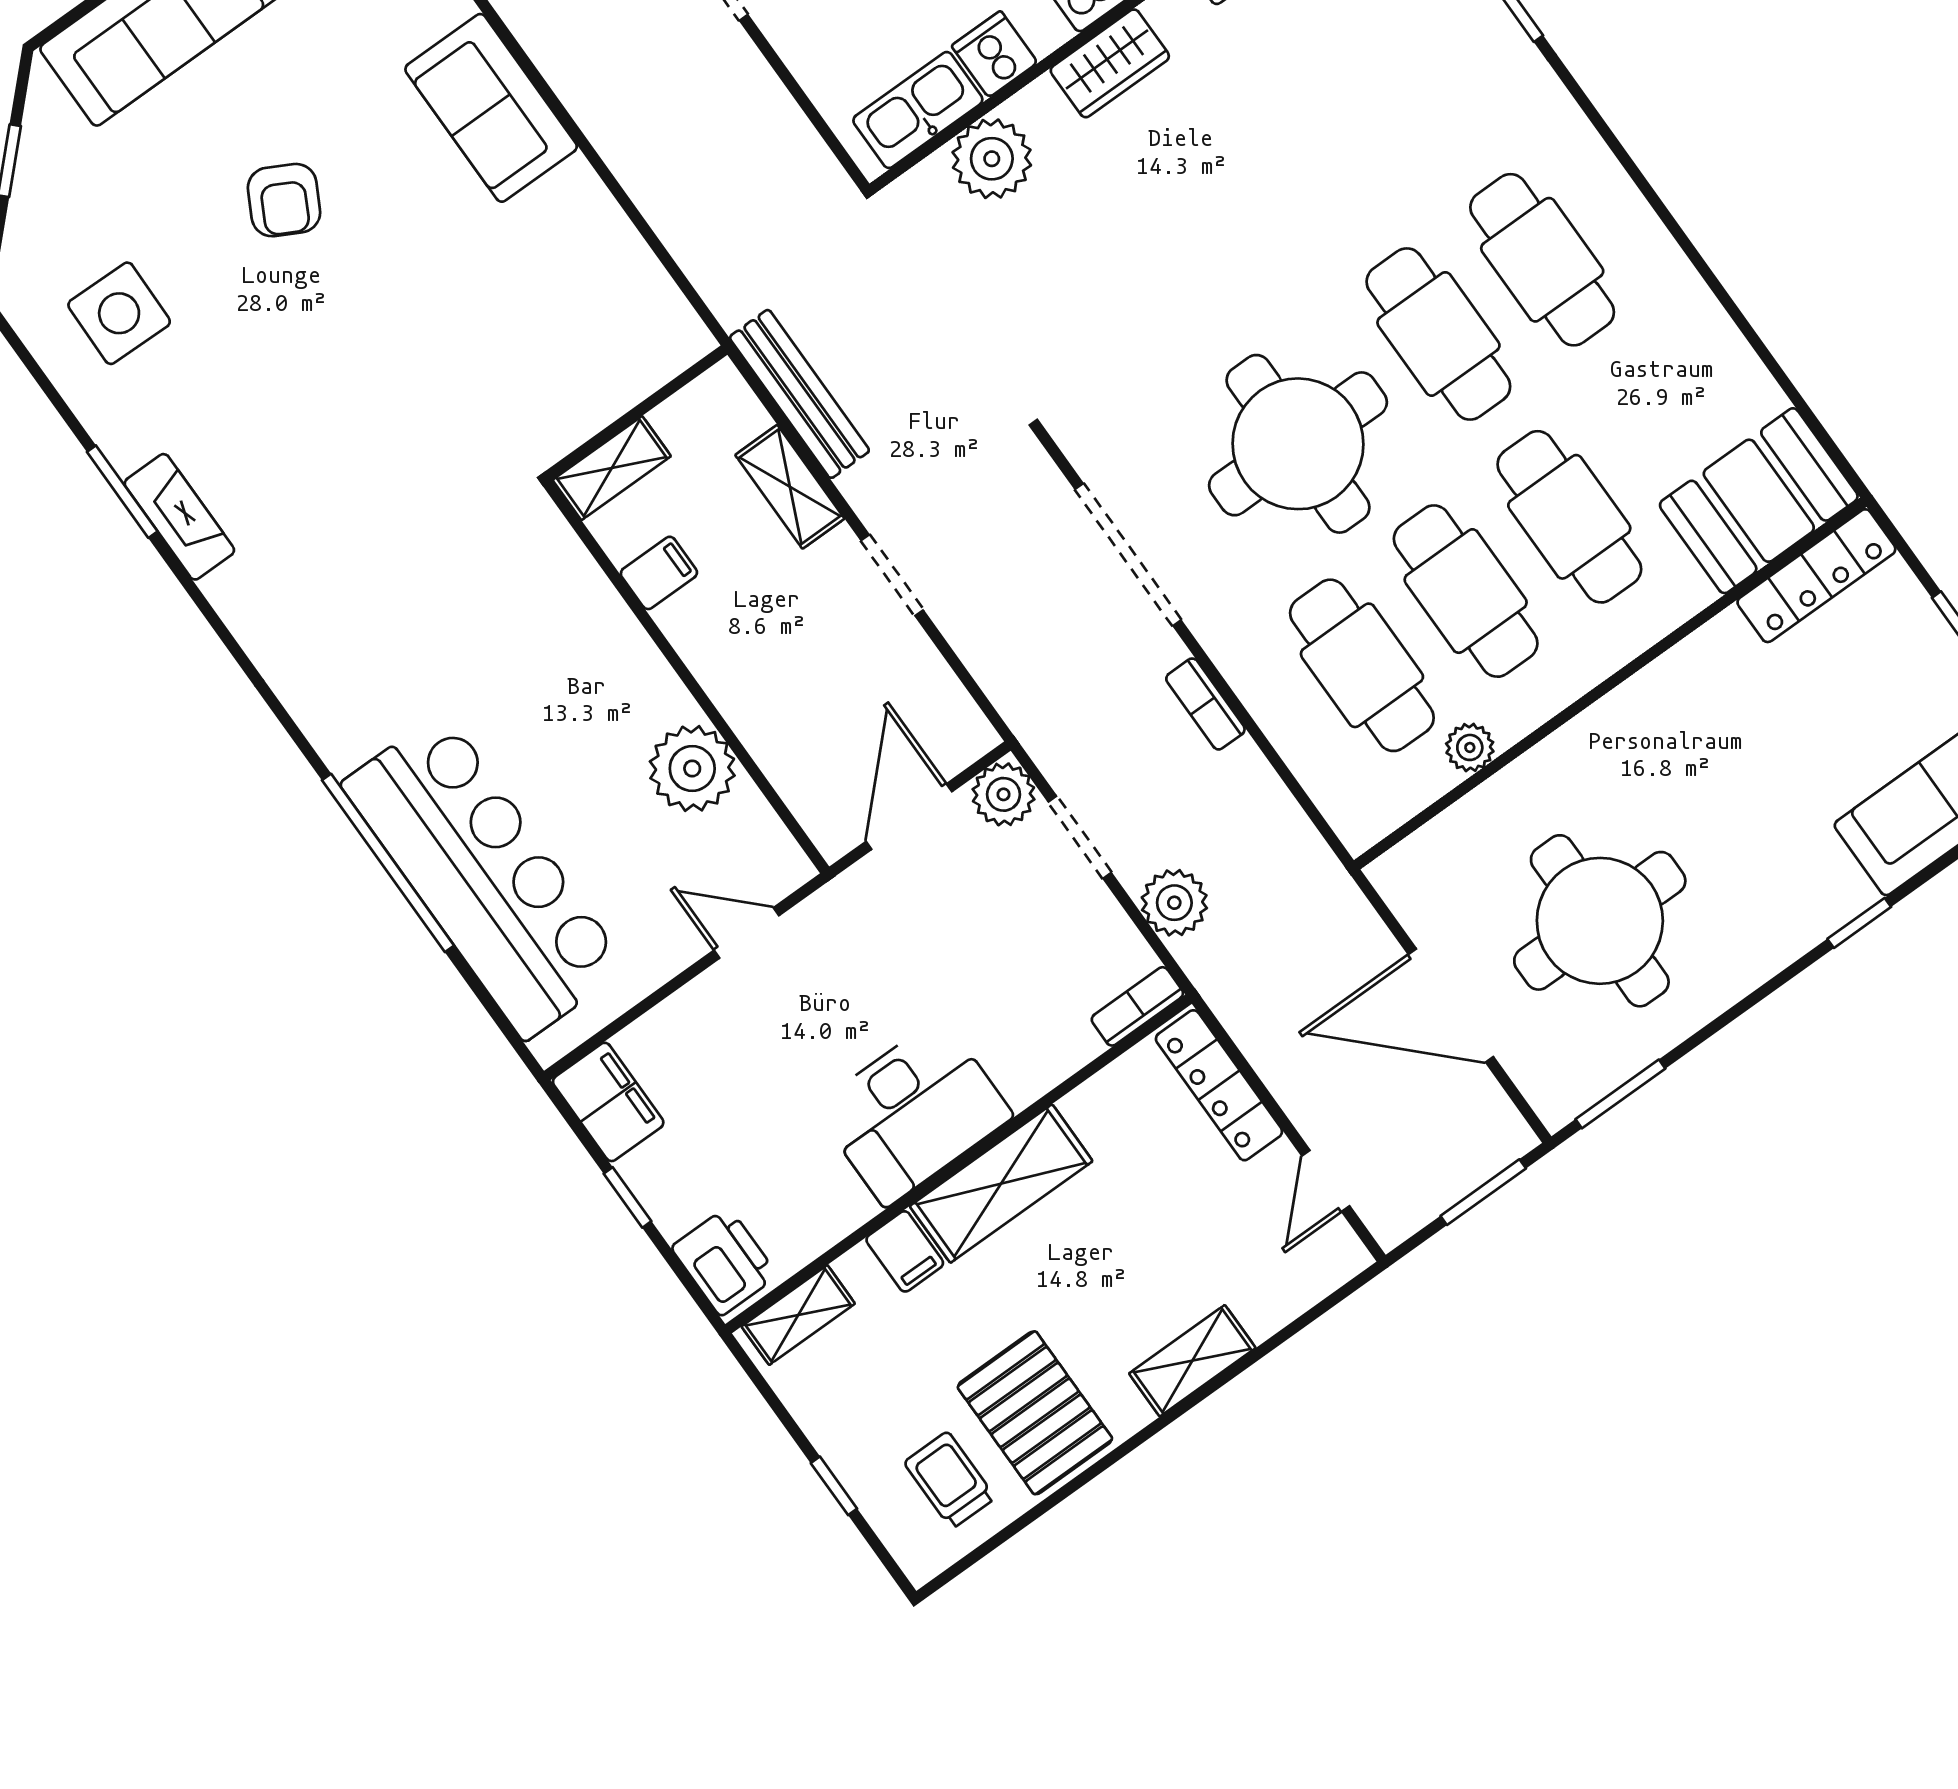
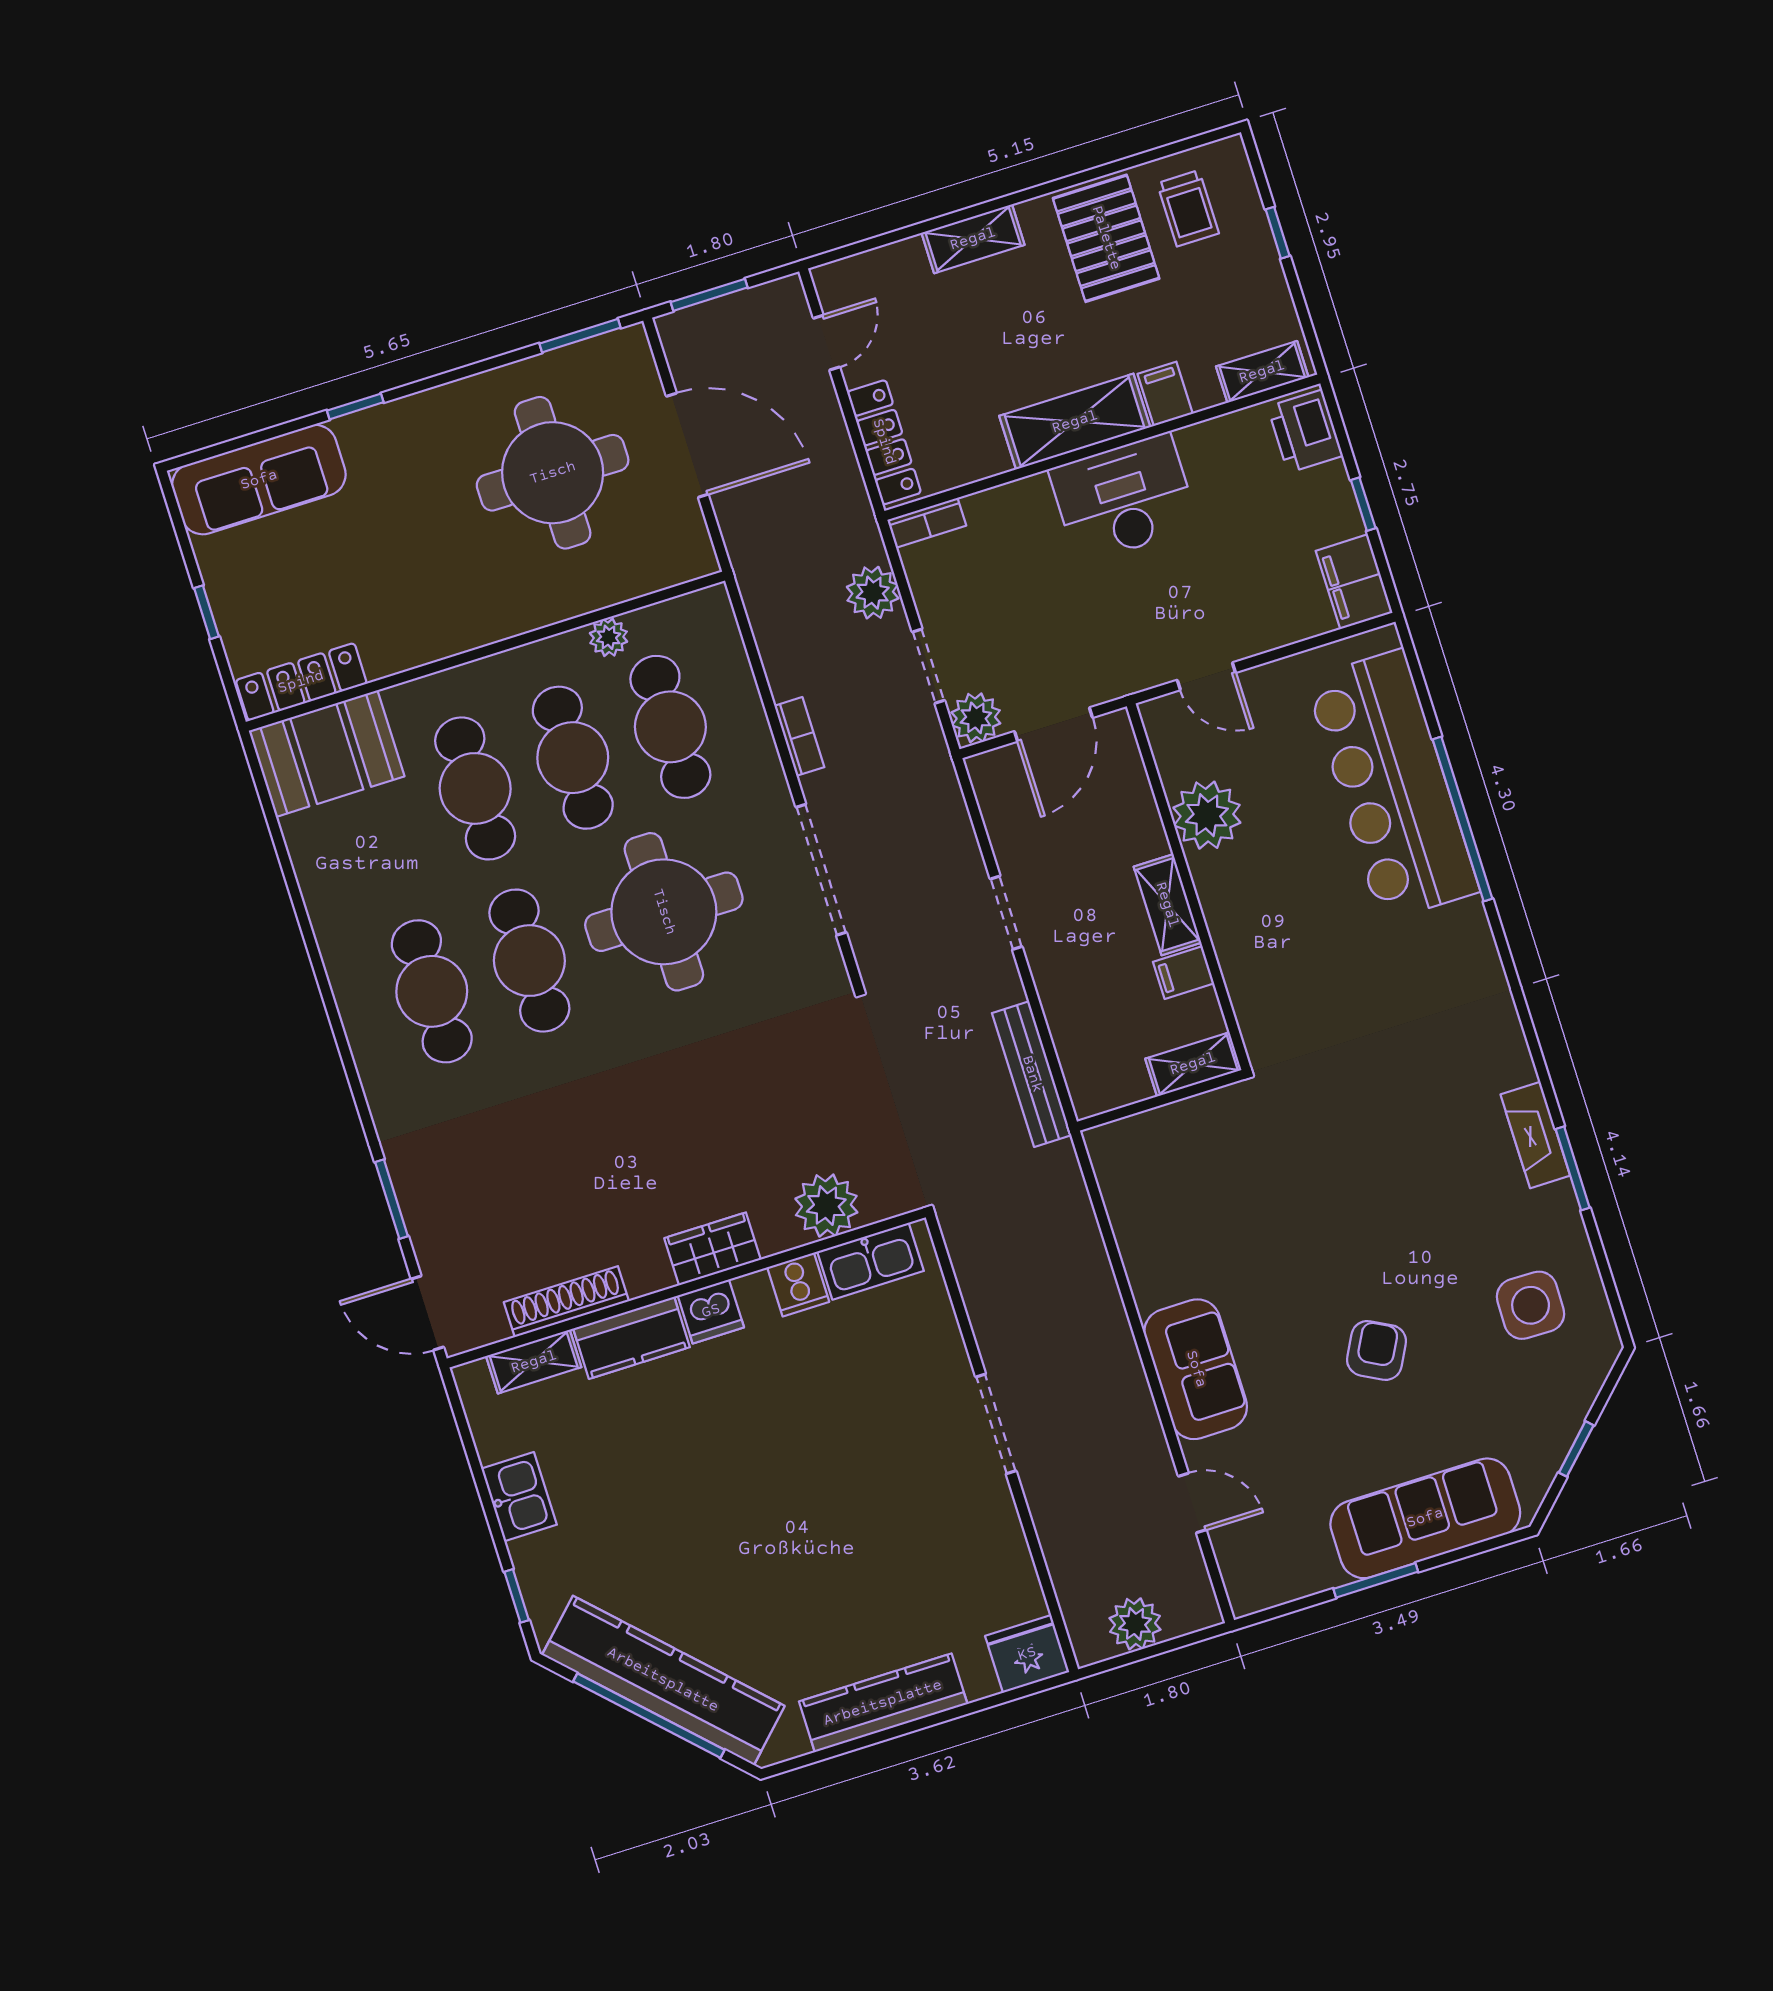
shelving: (790, 487) -> (1167, 905), moved

